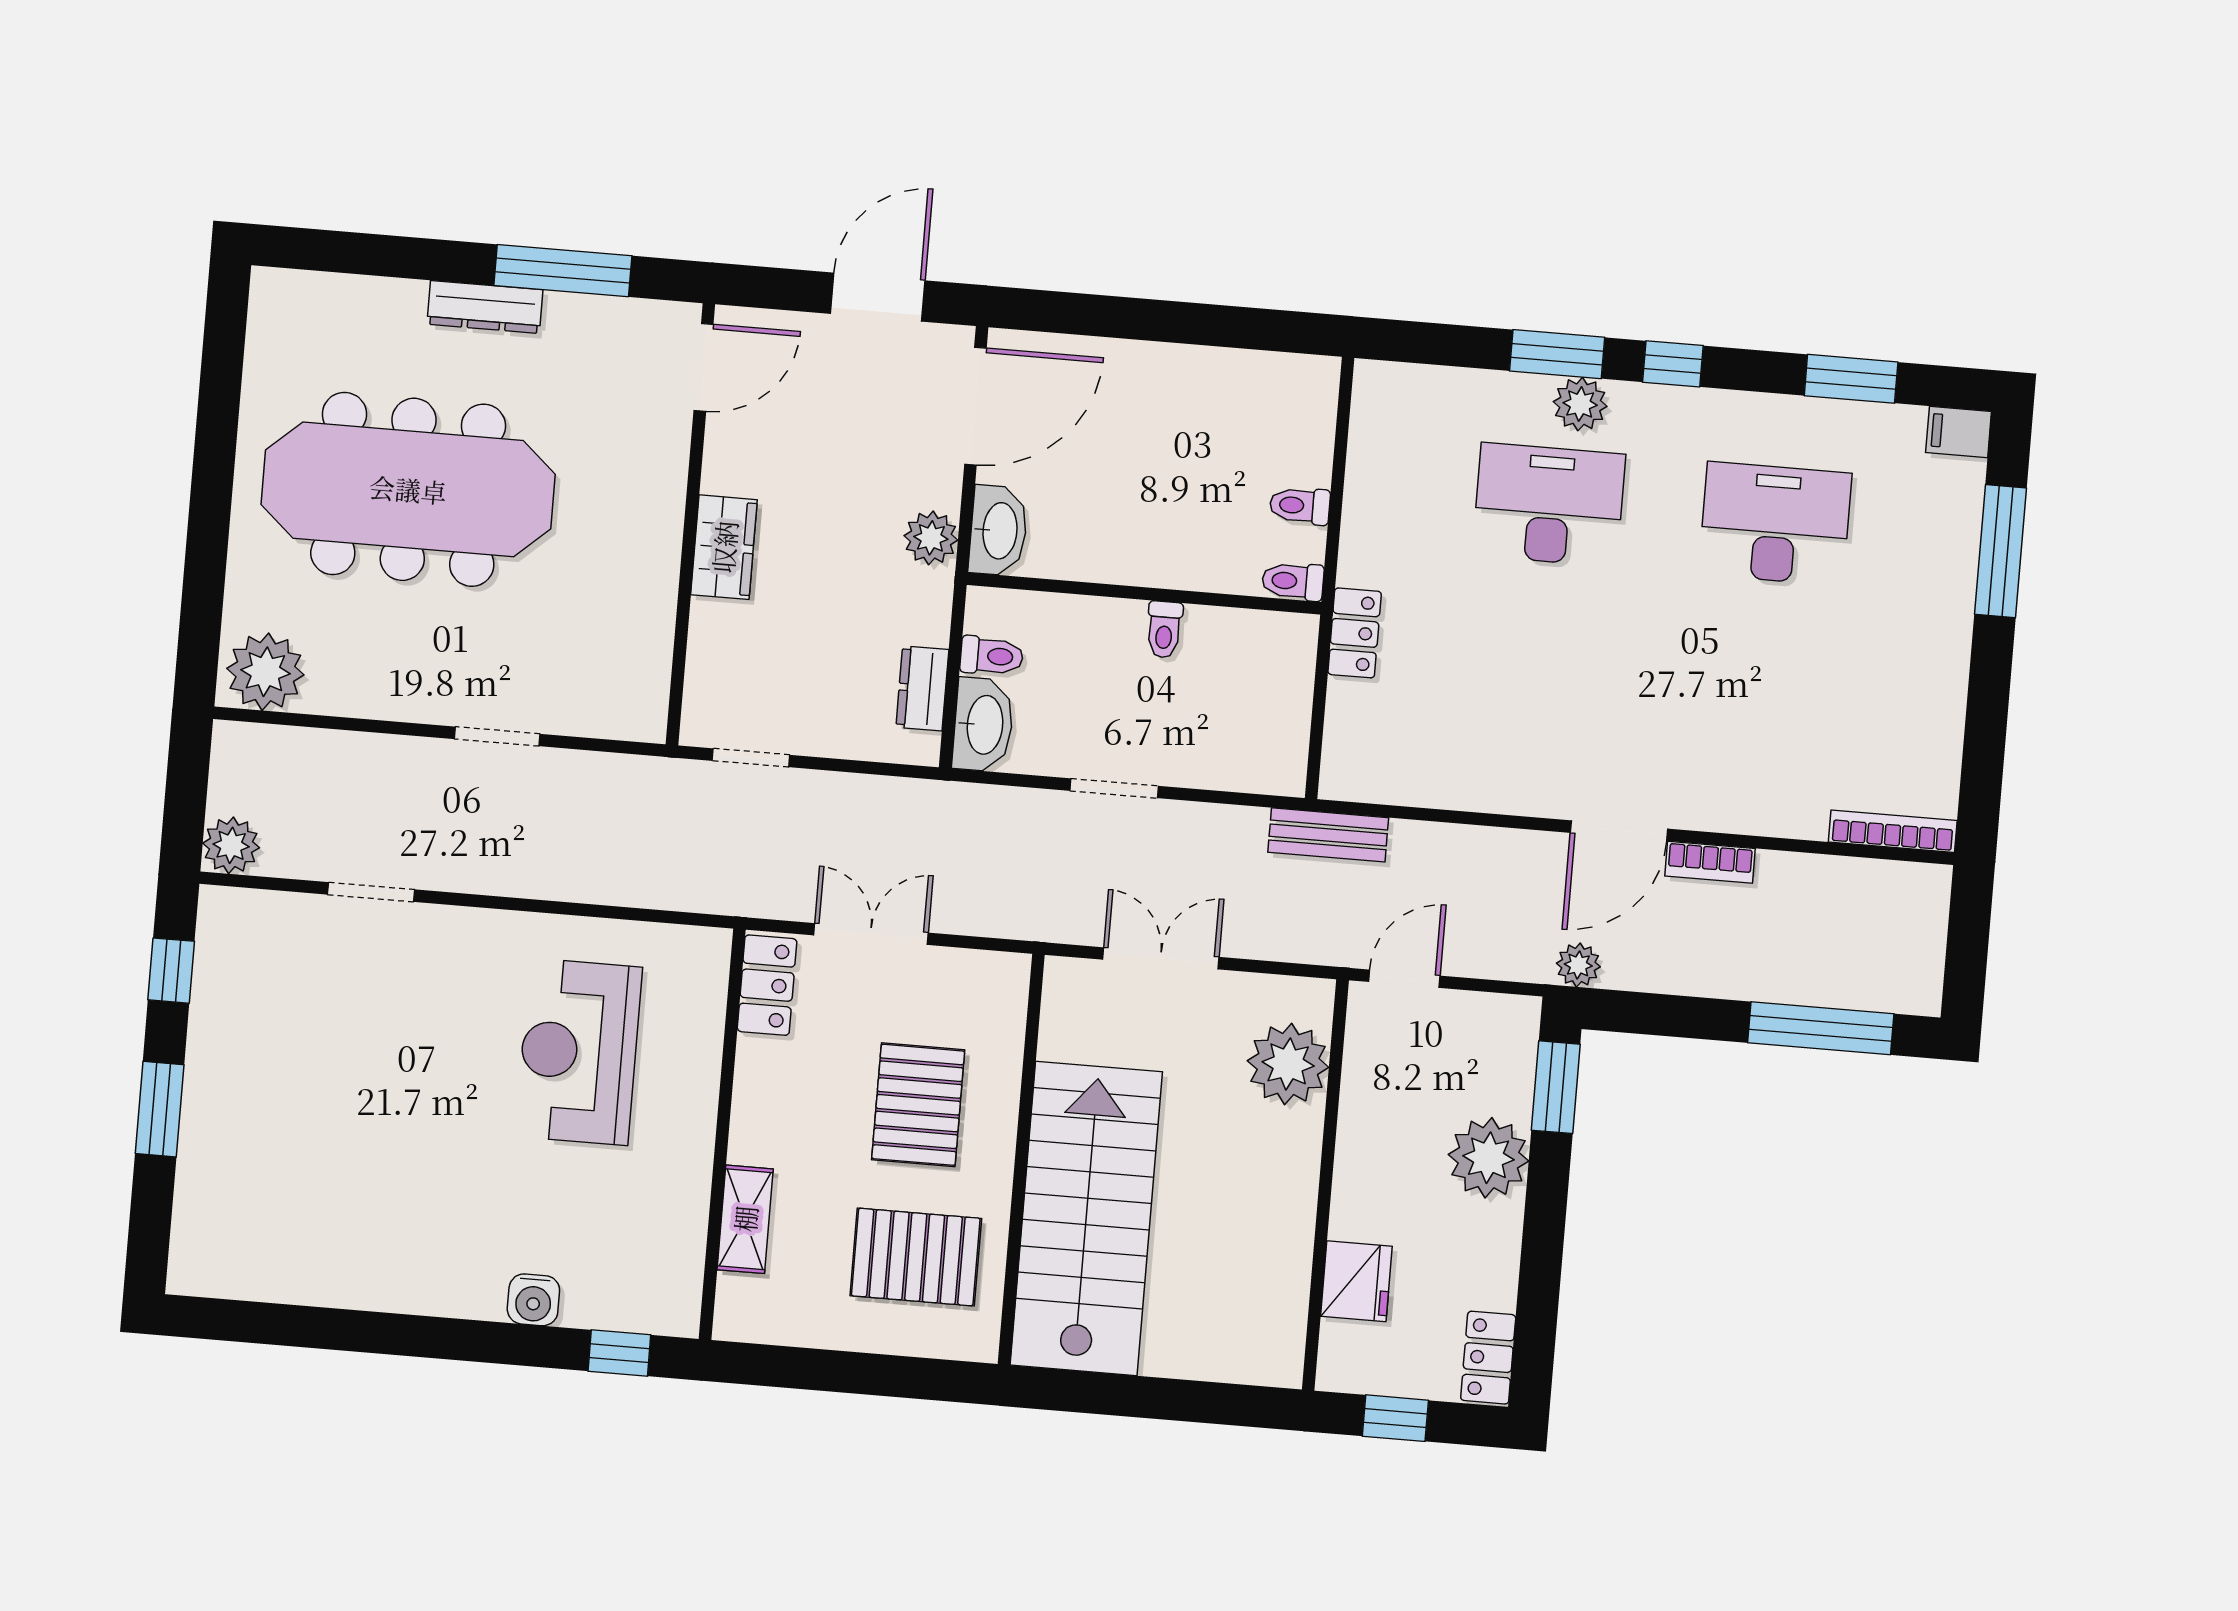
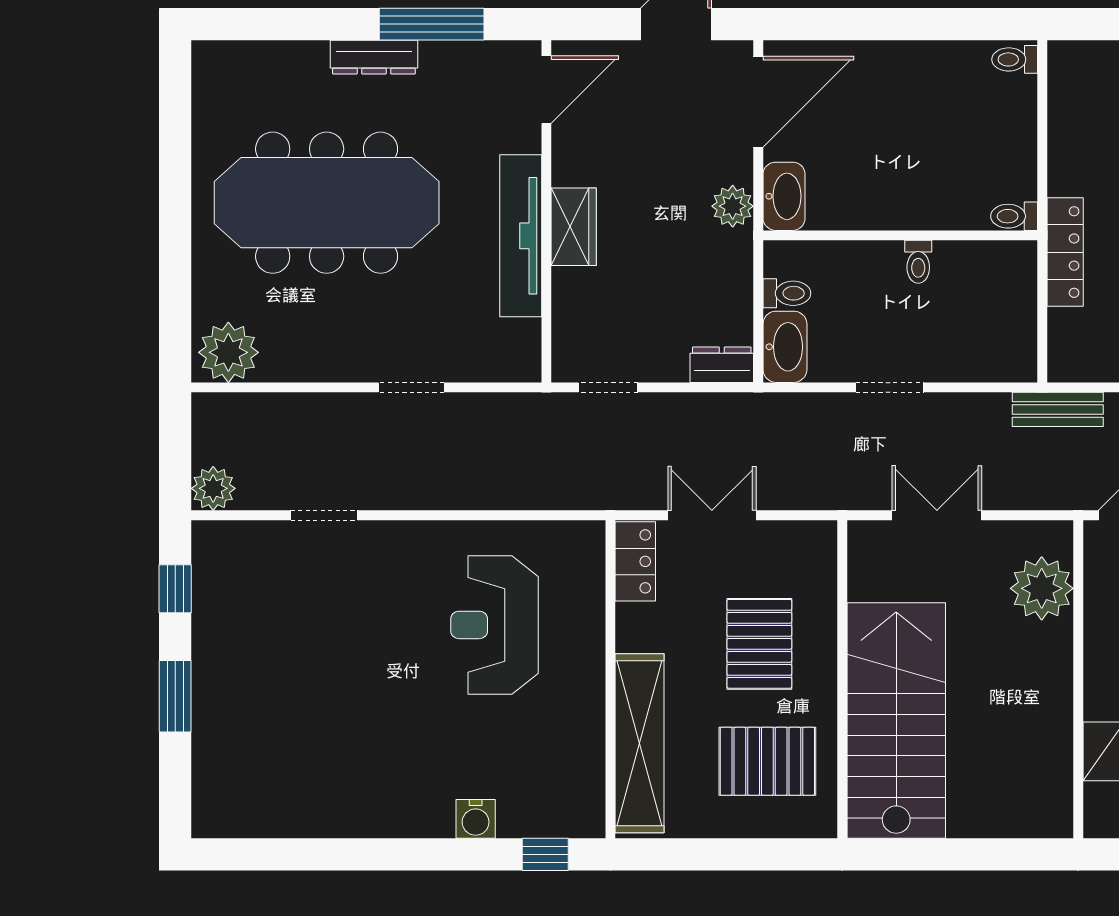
toilet: (1300, 506) -> (1015, 59), moved
tv unit: (655, 553) -> (521, 236), added
locker: (1355, 633) -> (1065, 252), width x1.53
dresser: (922, 688) -> (722, 365), moved, turned 90
shelving: (745, 1219) -> (640, 743), width x2.20, depth x1.33

